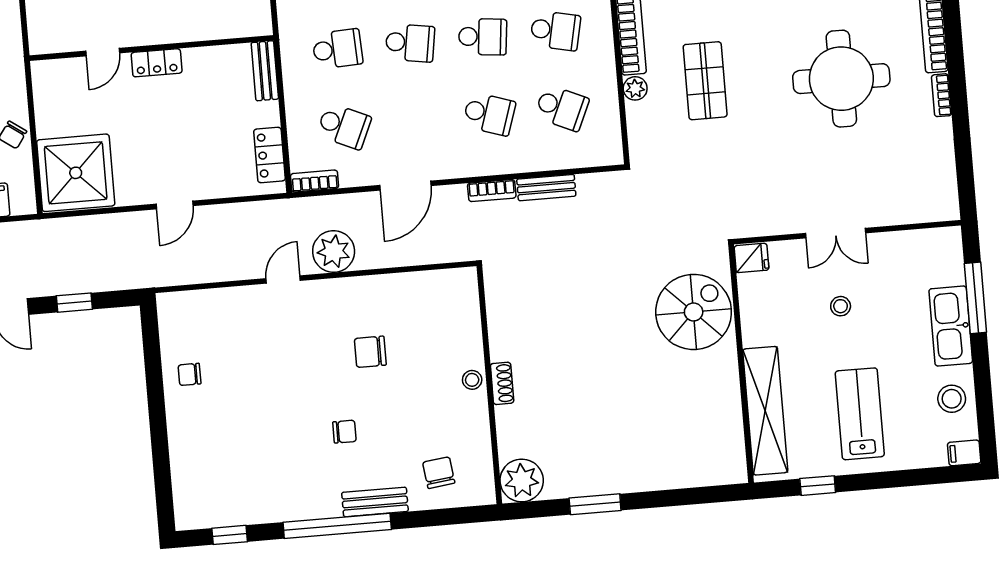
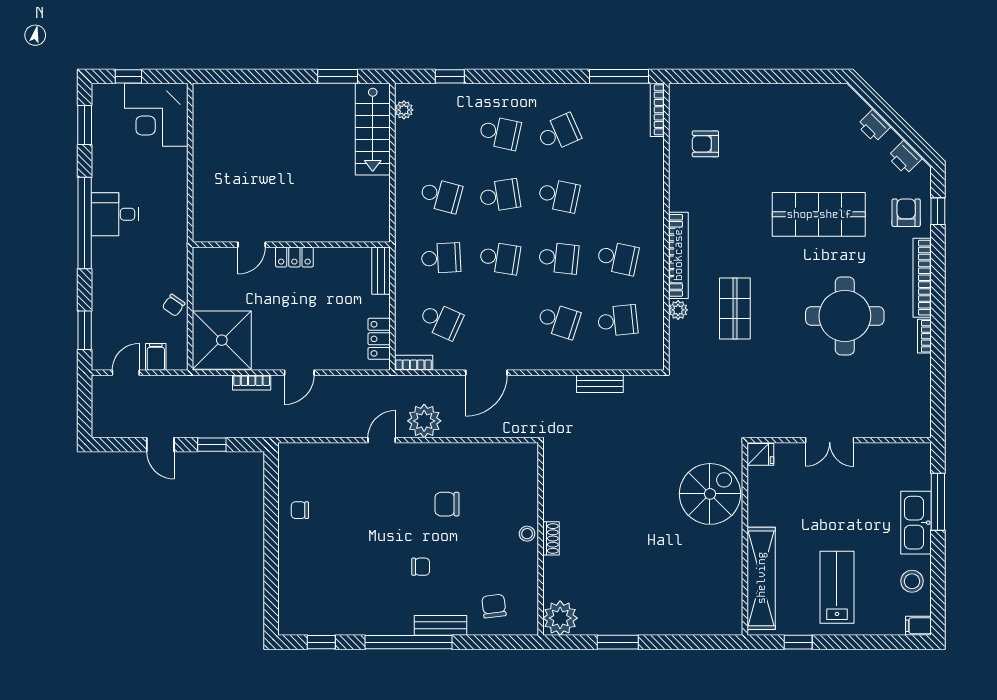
school desk: (562, 108) -> (618, 321), turned -30
bookcase: (492, 191) -> (252, 383), moved
stool: (841, 306) -> (829, 499), removed

